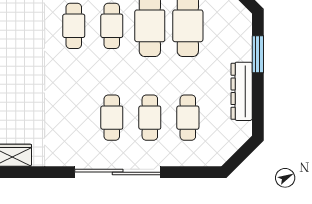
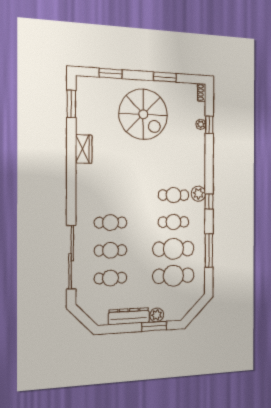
plant: (242, 51) -> (157, 315), added
sliding door: (118, 172) -> (71, 257), moved

